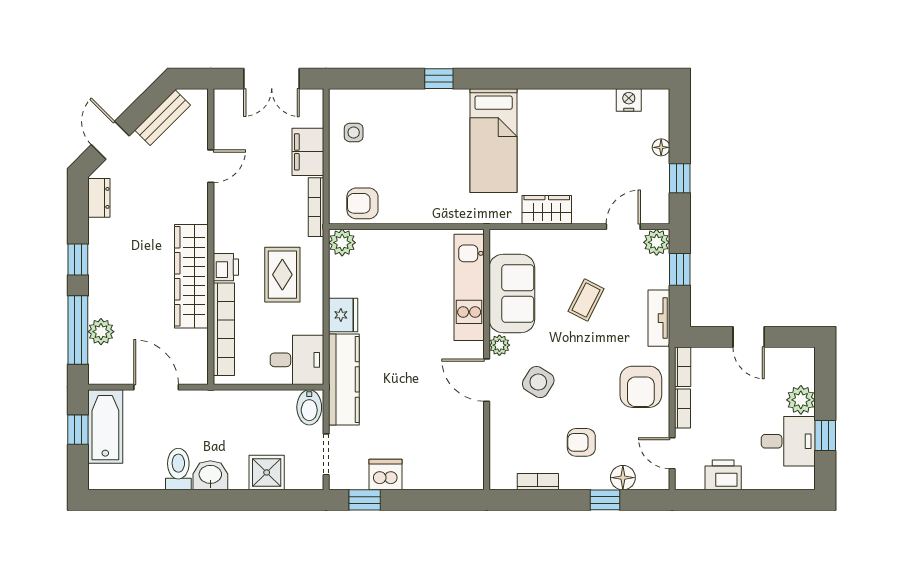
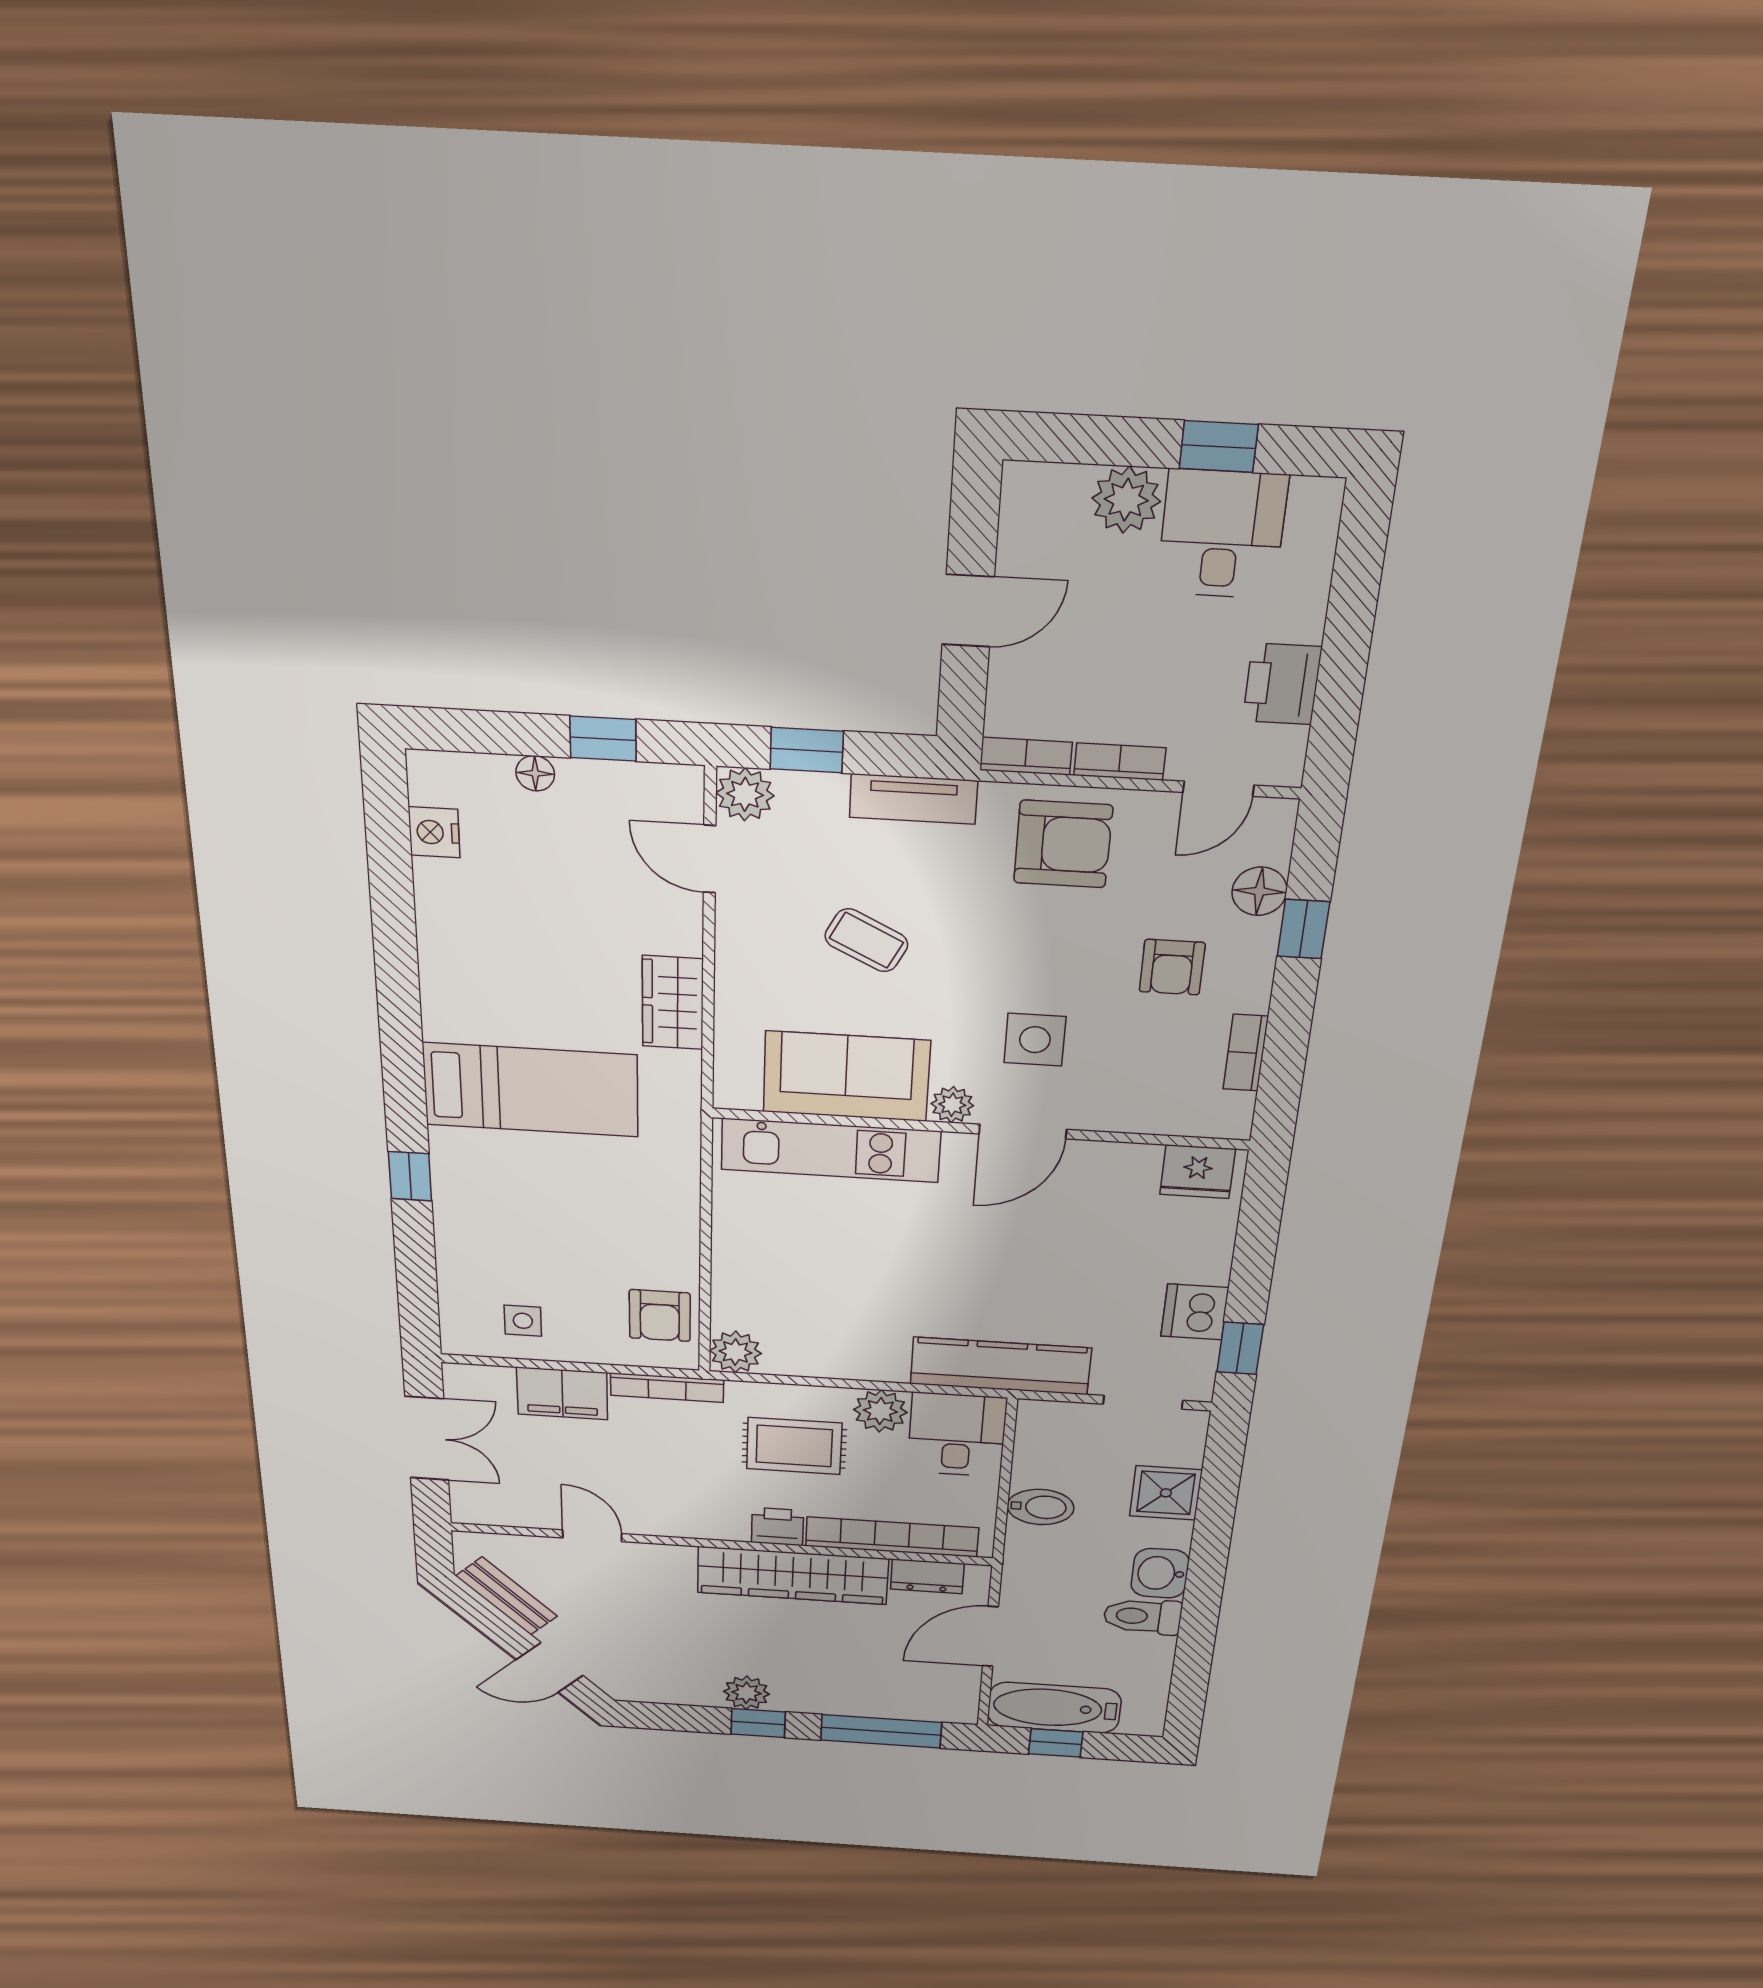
dresser: (99, 198) -> (927, 1576), moved, turned 180
fridge: (343, 315) -> (1198, 1172), moved, turned 180
plant: (309, 319) -> (880, 1411), added
plant: (101, 332) -> (746, 1693), moved
side table: (538, 382) -> (1035, 1040), turned -32
bidet: (309, 407) -> (1041, 1507), moved

